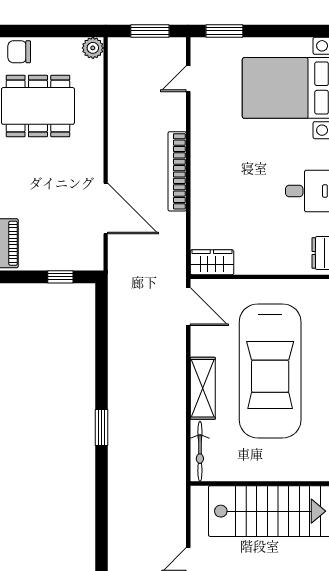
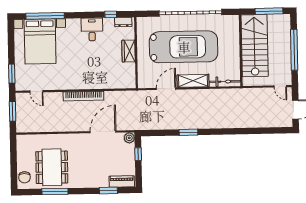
plant: (93, 48) -> (129, 138), moved
wardrobe: (212, 262) -> (129, 51), moved
door: (188, 307) -> (166, 89), moved
window: (101, 428) -> (188, 132), moved

